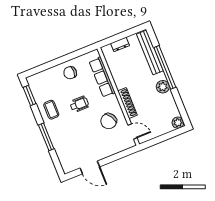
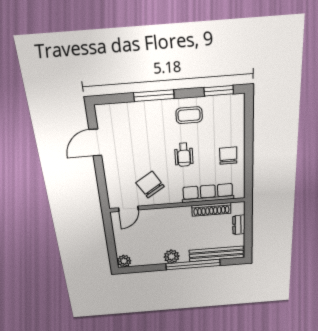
shoe rack: (127, 103) -> (211, 209), moved

